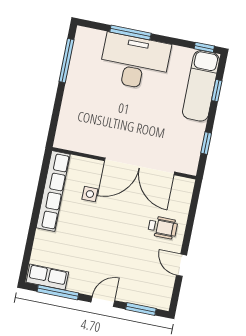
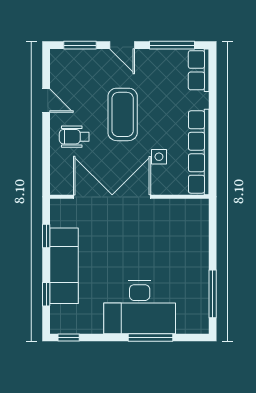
exam couch: (201, 86) -> (64, 266), moved
coffee table: (115, 239) -> (123, 114), added
row of seats: (47, 277) -> (199, 70), moved, turned 90
door: (103, 301) -> (122, 45), hinge flipped

